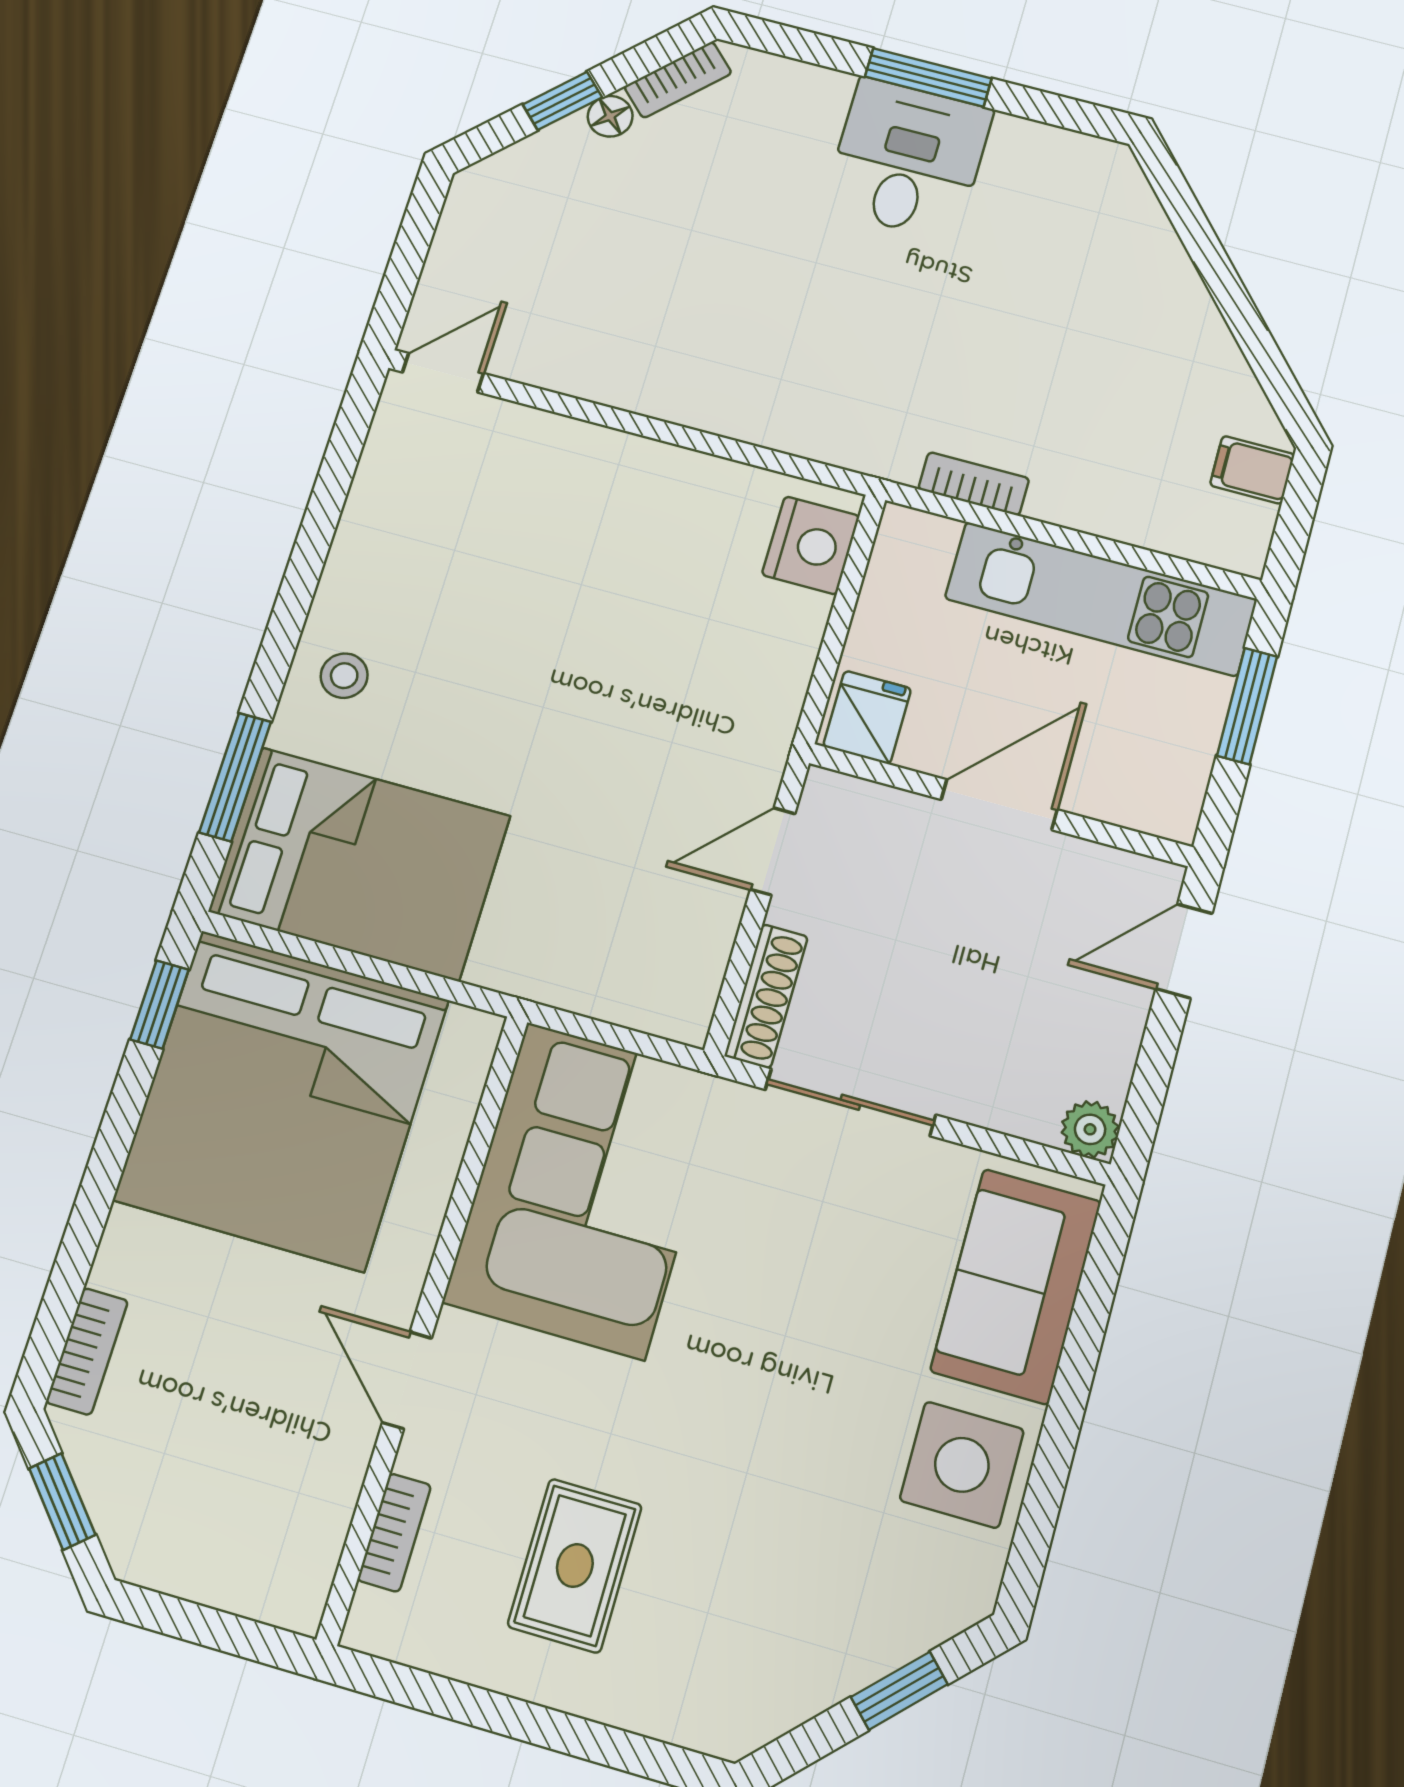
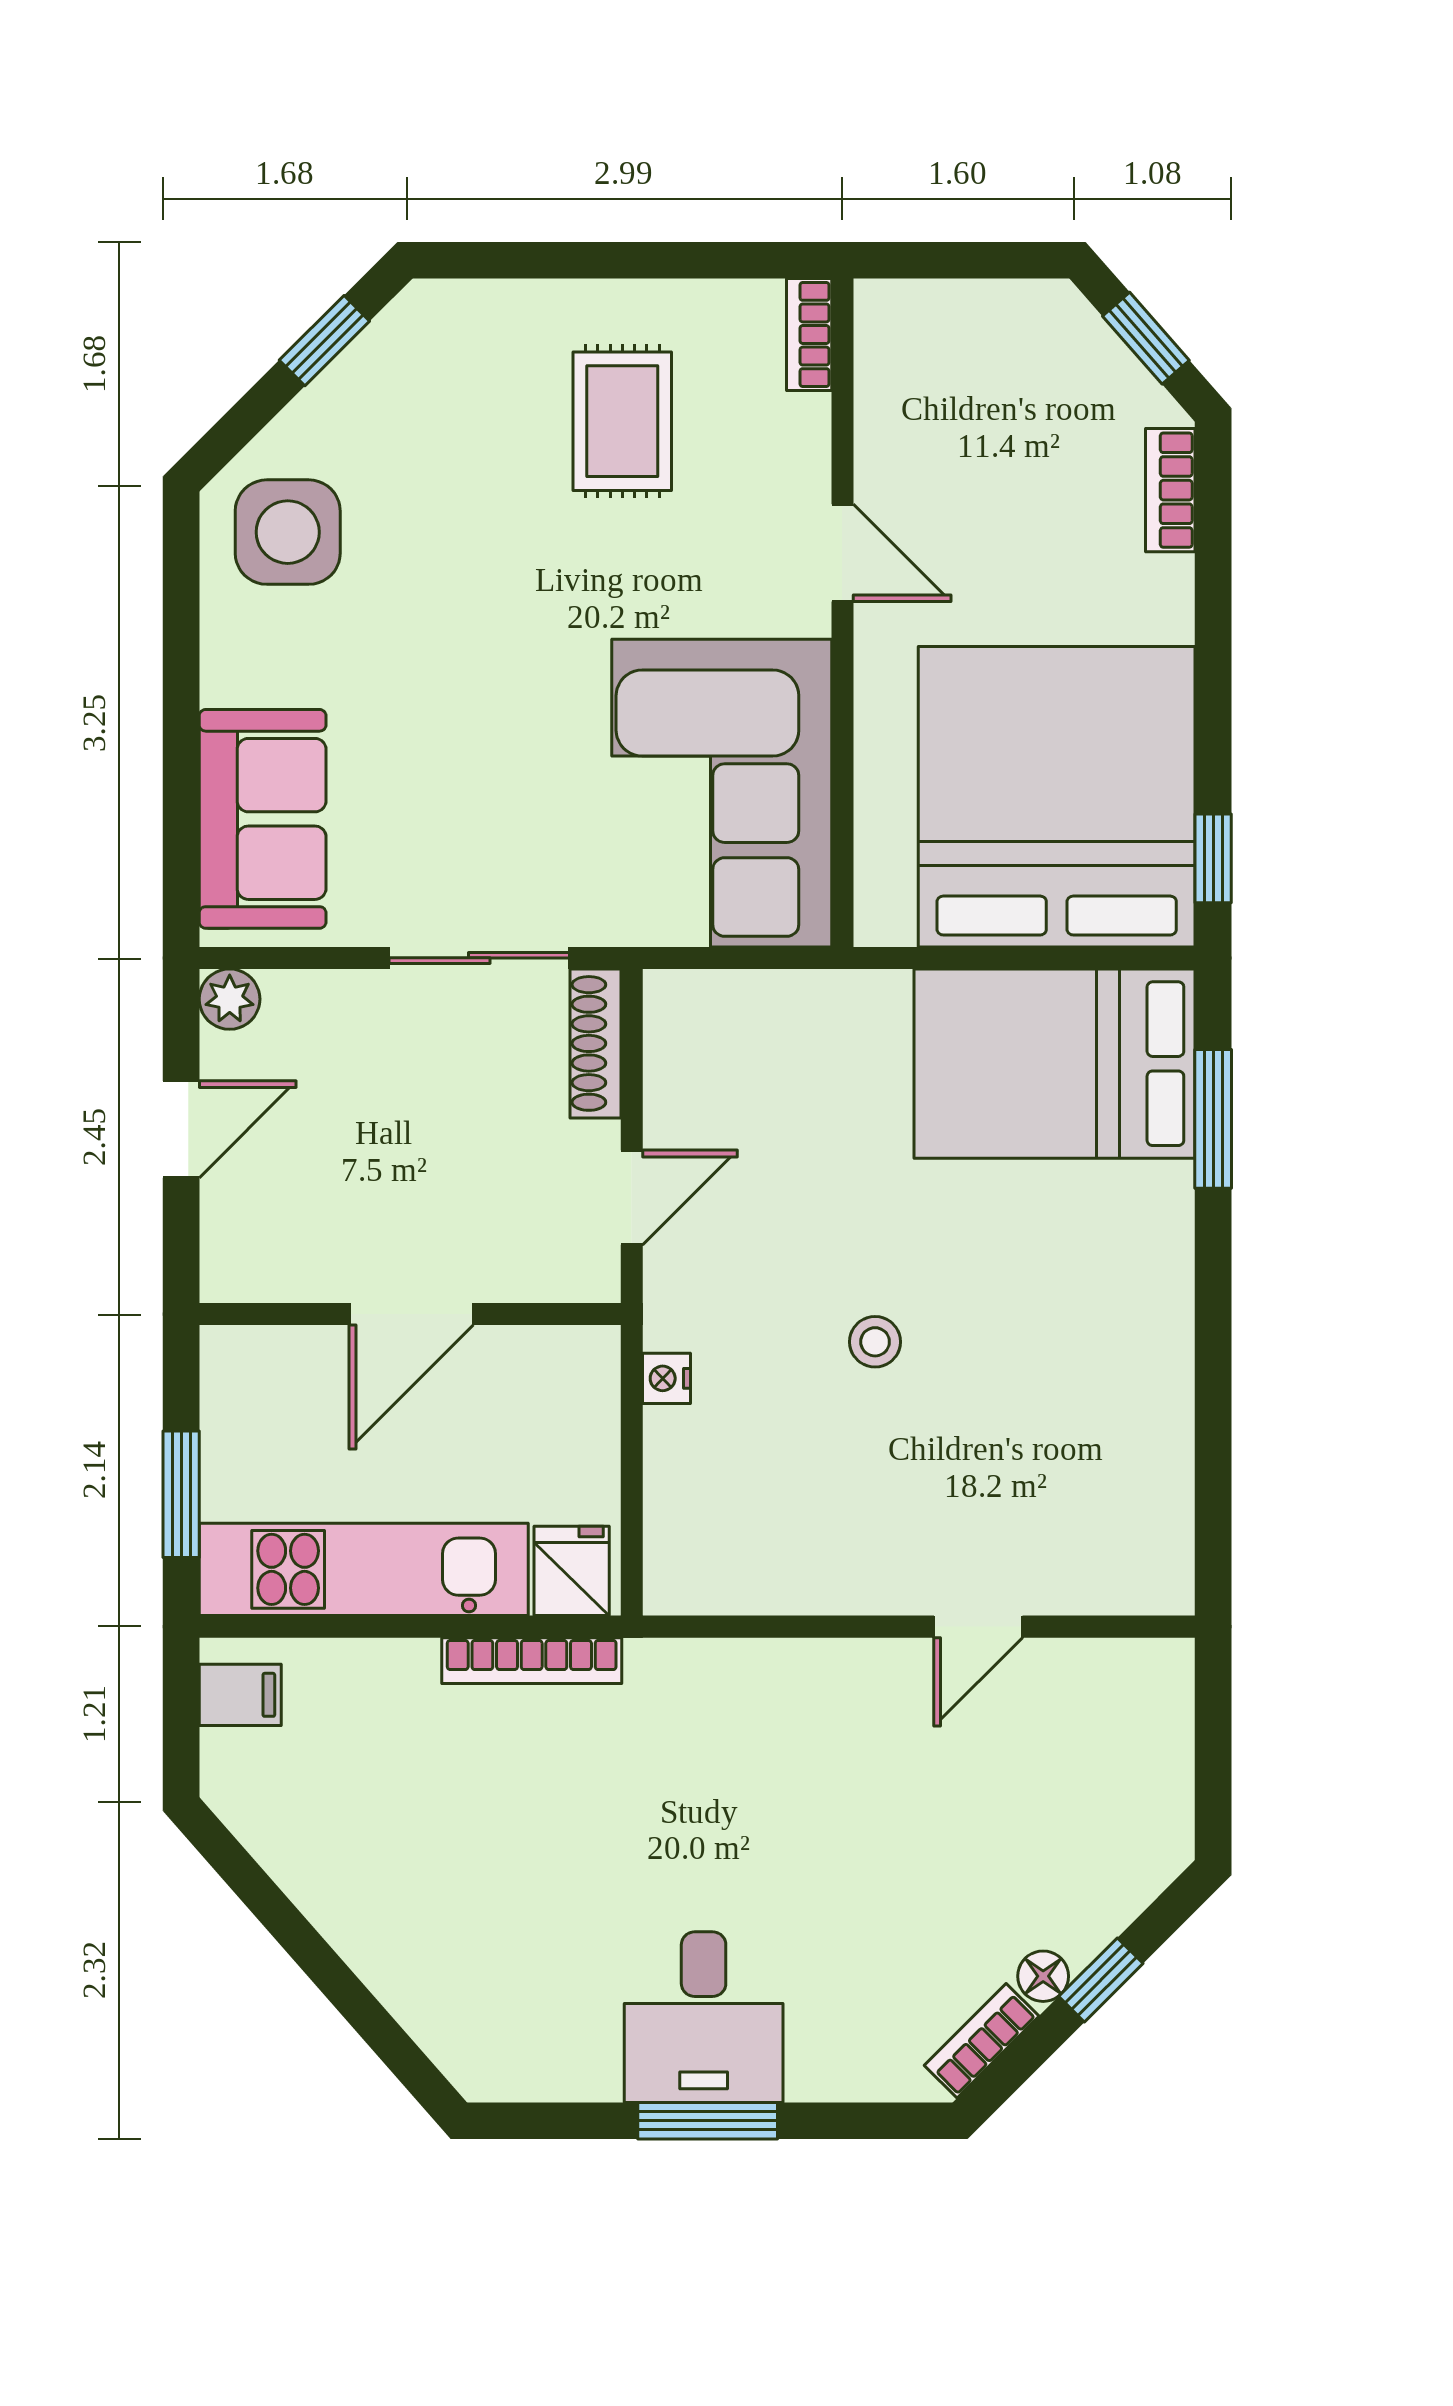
door: (443, 373) -> (978, 1627), moved
filing cabinet: (1252, 470) -> (240, 1695), moved
bookcase: (974, 484) -> (532, 1661), width x1.56
nightstand: (811, 545) -> (666, 1378), moved, width x0.53, depth x0.56
stool: (344, 676) -> (875, 1342), moved
fridge: (867, 717) -> (572, 1571), moved, turned 180
door: (1184, 951) -> (181, 1129), moved
side table: (962, 1465) -> (288, 532), moved
bookcase: (394, 1533) -> (809, 335), moved
window: (899, 1691) -> (324, 341), moved

